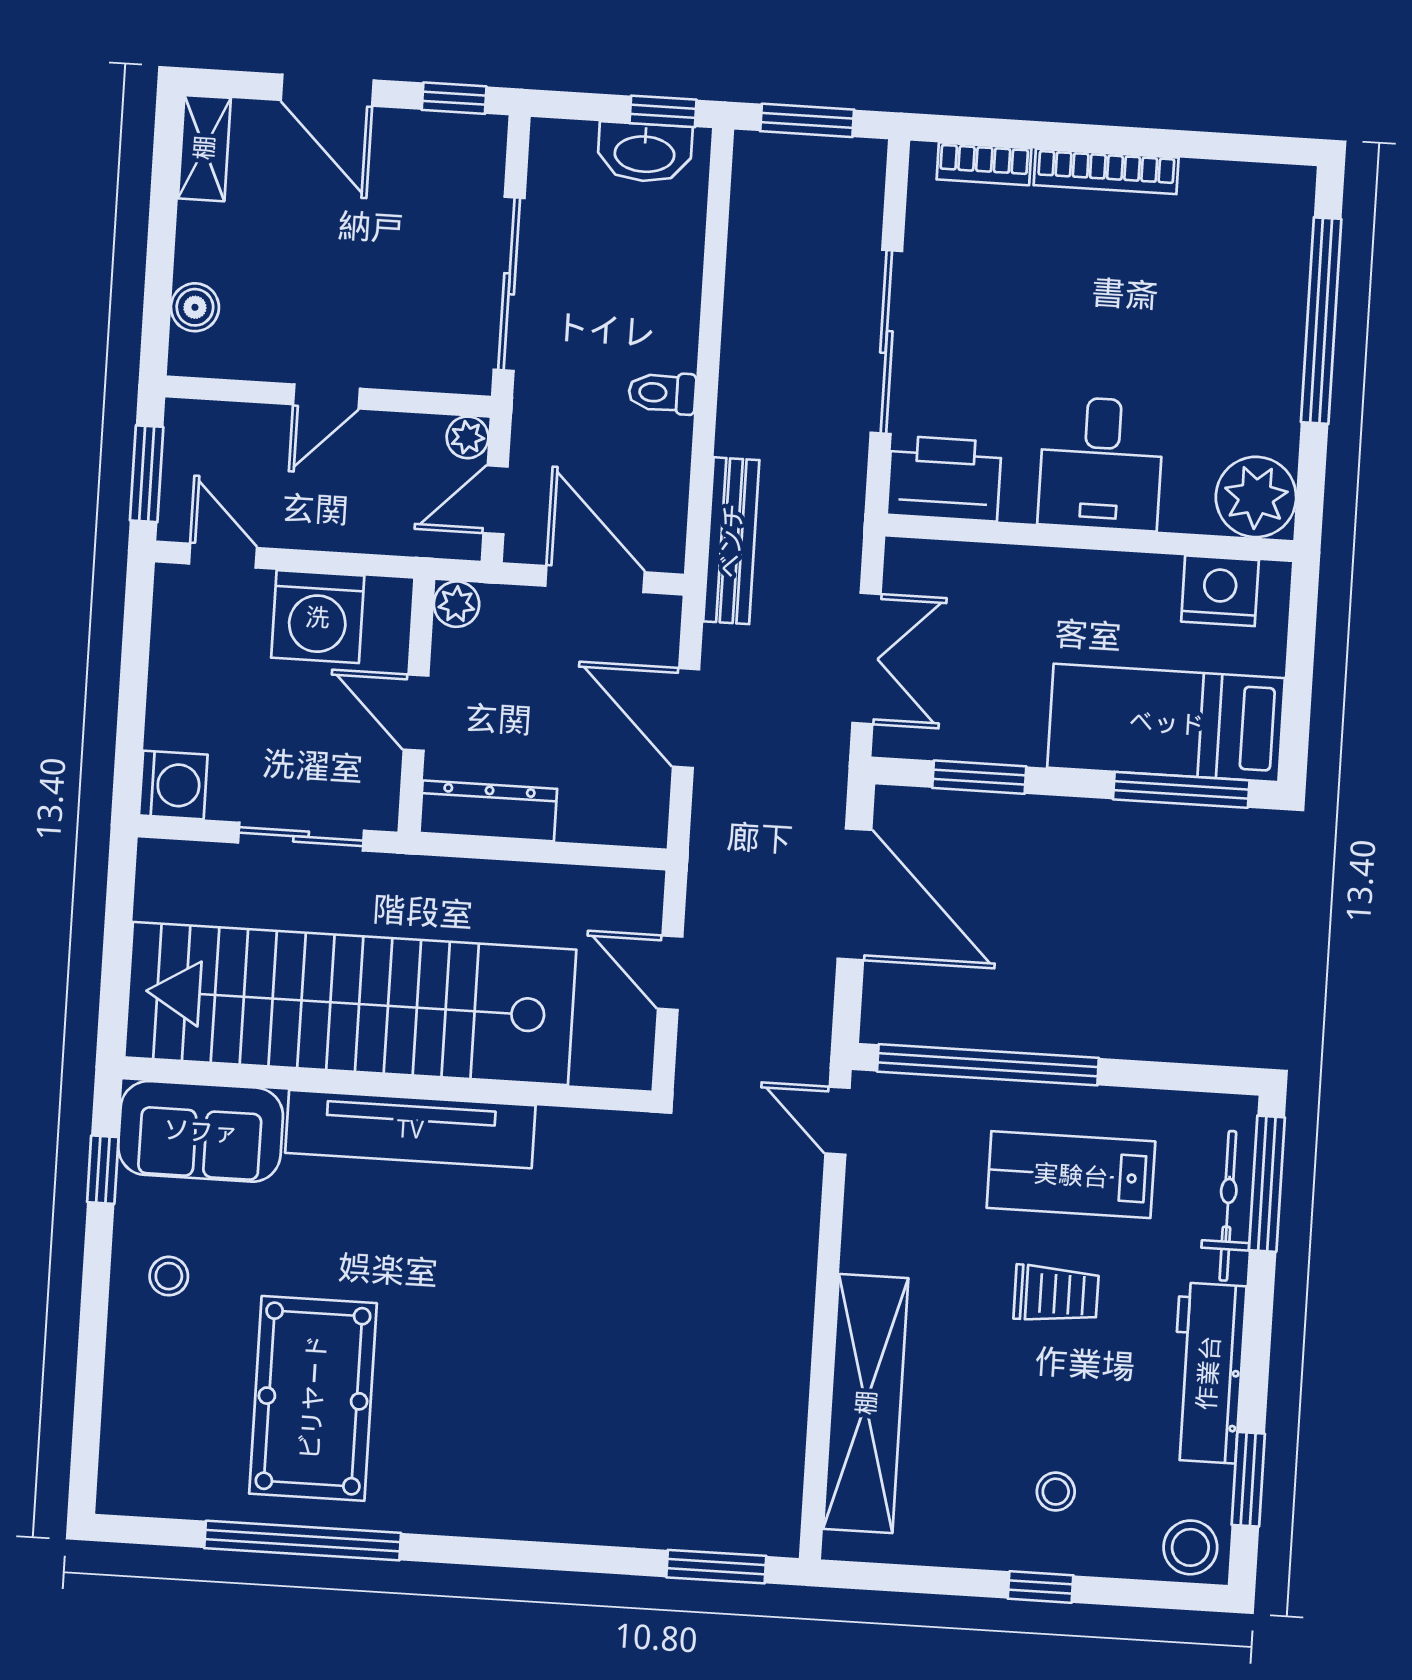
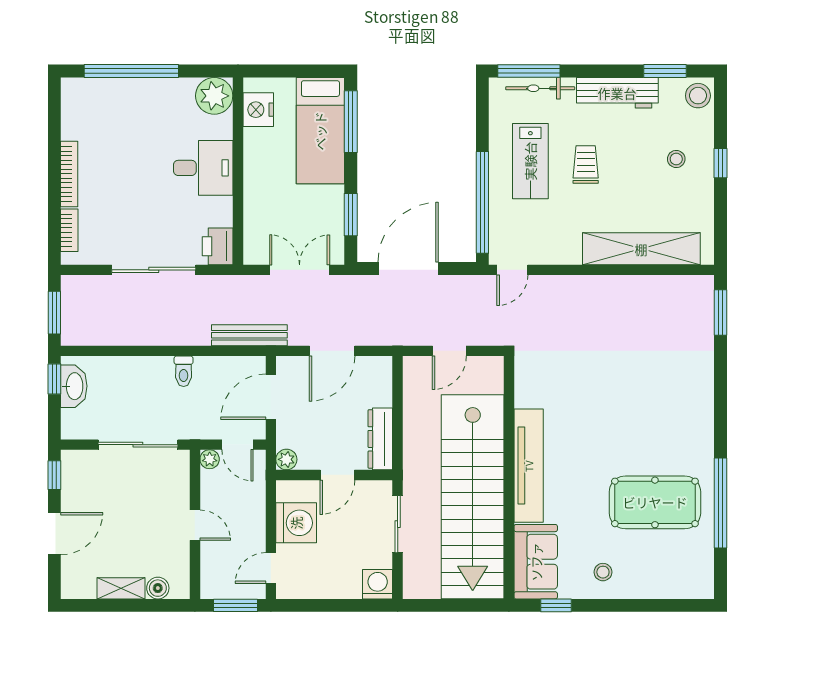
shelving: (204, 148) -> (121, 588), moved
printer: (944, 478) -> (218, 246), width x0.73, depth x0.84

